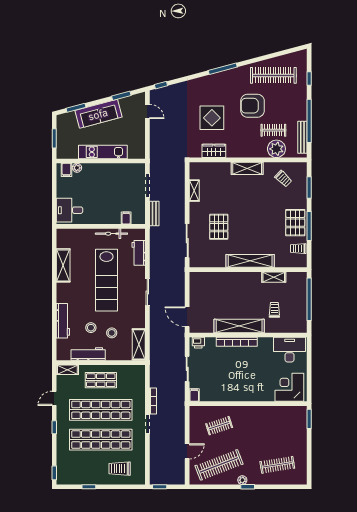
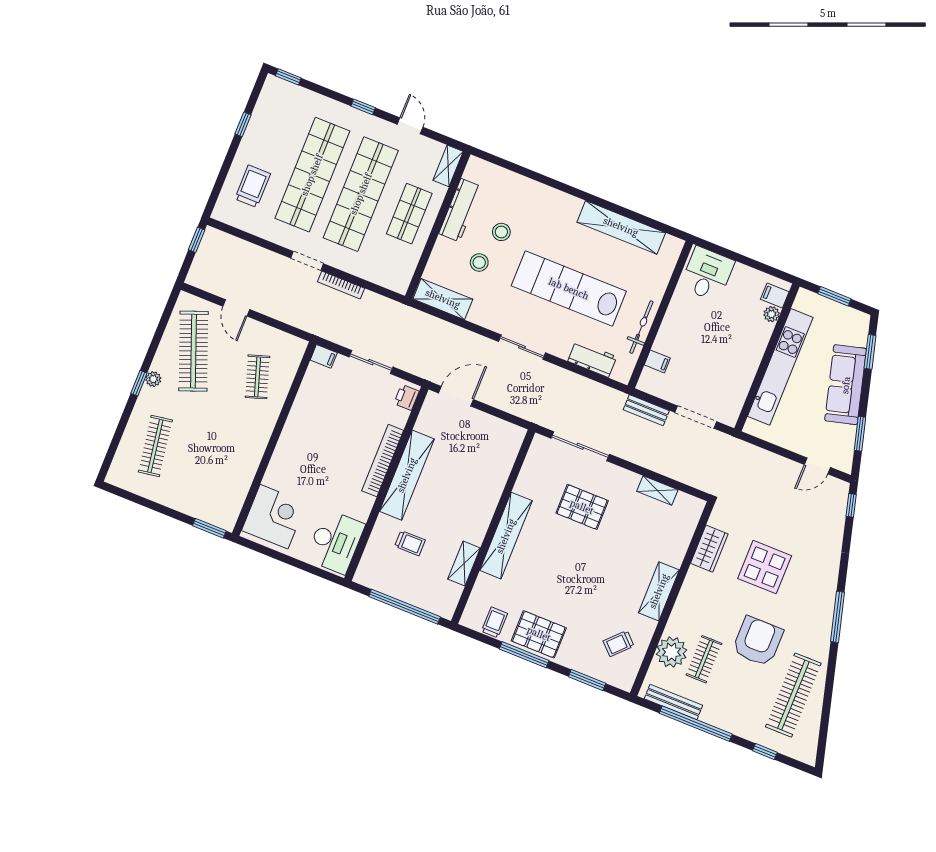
kitchen unit: (103, 152) -> (780, 367), width x1.36
shelving: (63, 265) -> (621, 227), width x1.47
workbench: (63, 321) -> (531, 191), removed

